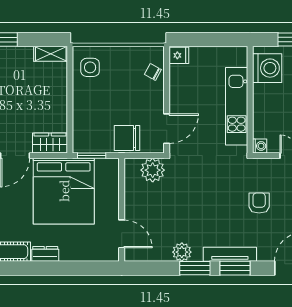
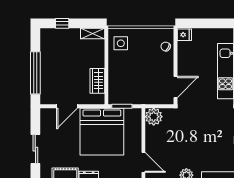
chair: (127, 138) -> (147, 94), removed
wardrobe: (50, 143) -> (97, 81), moved, turned -90
plant: (153, 170) -> (154, 117), moved

